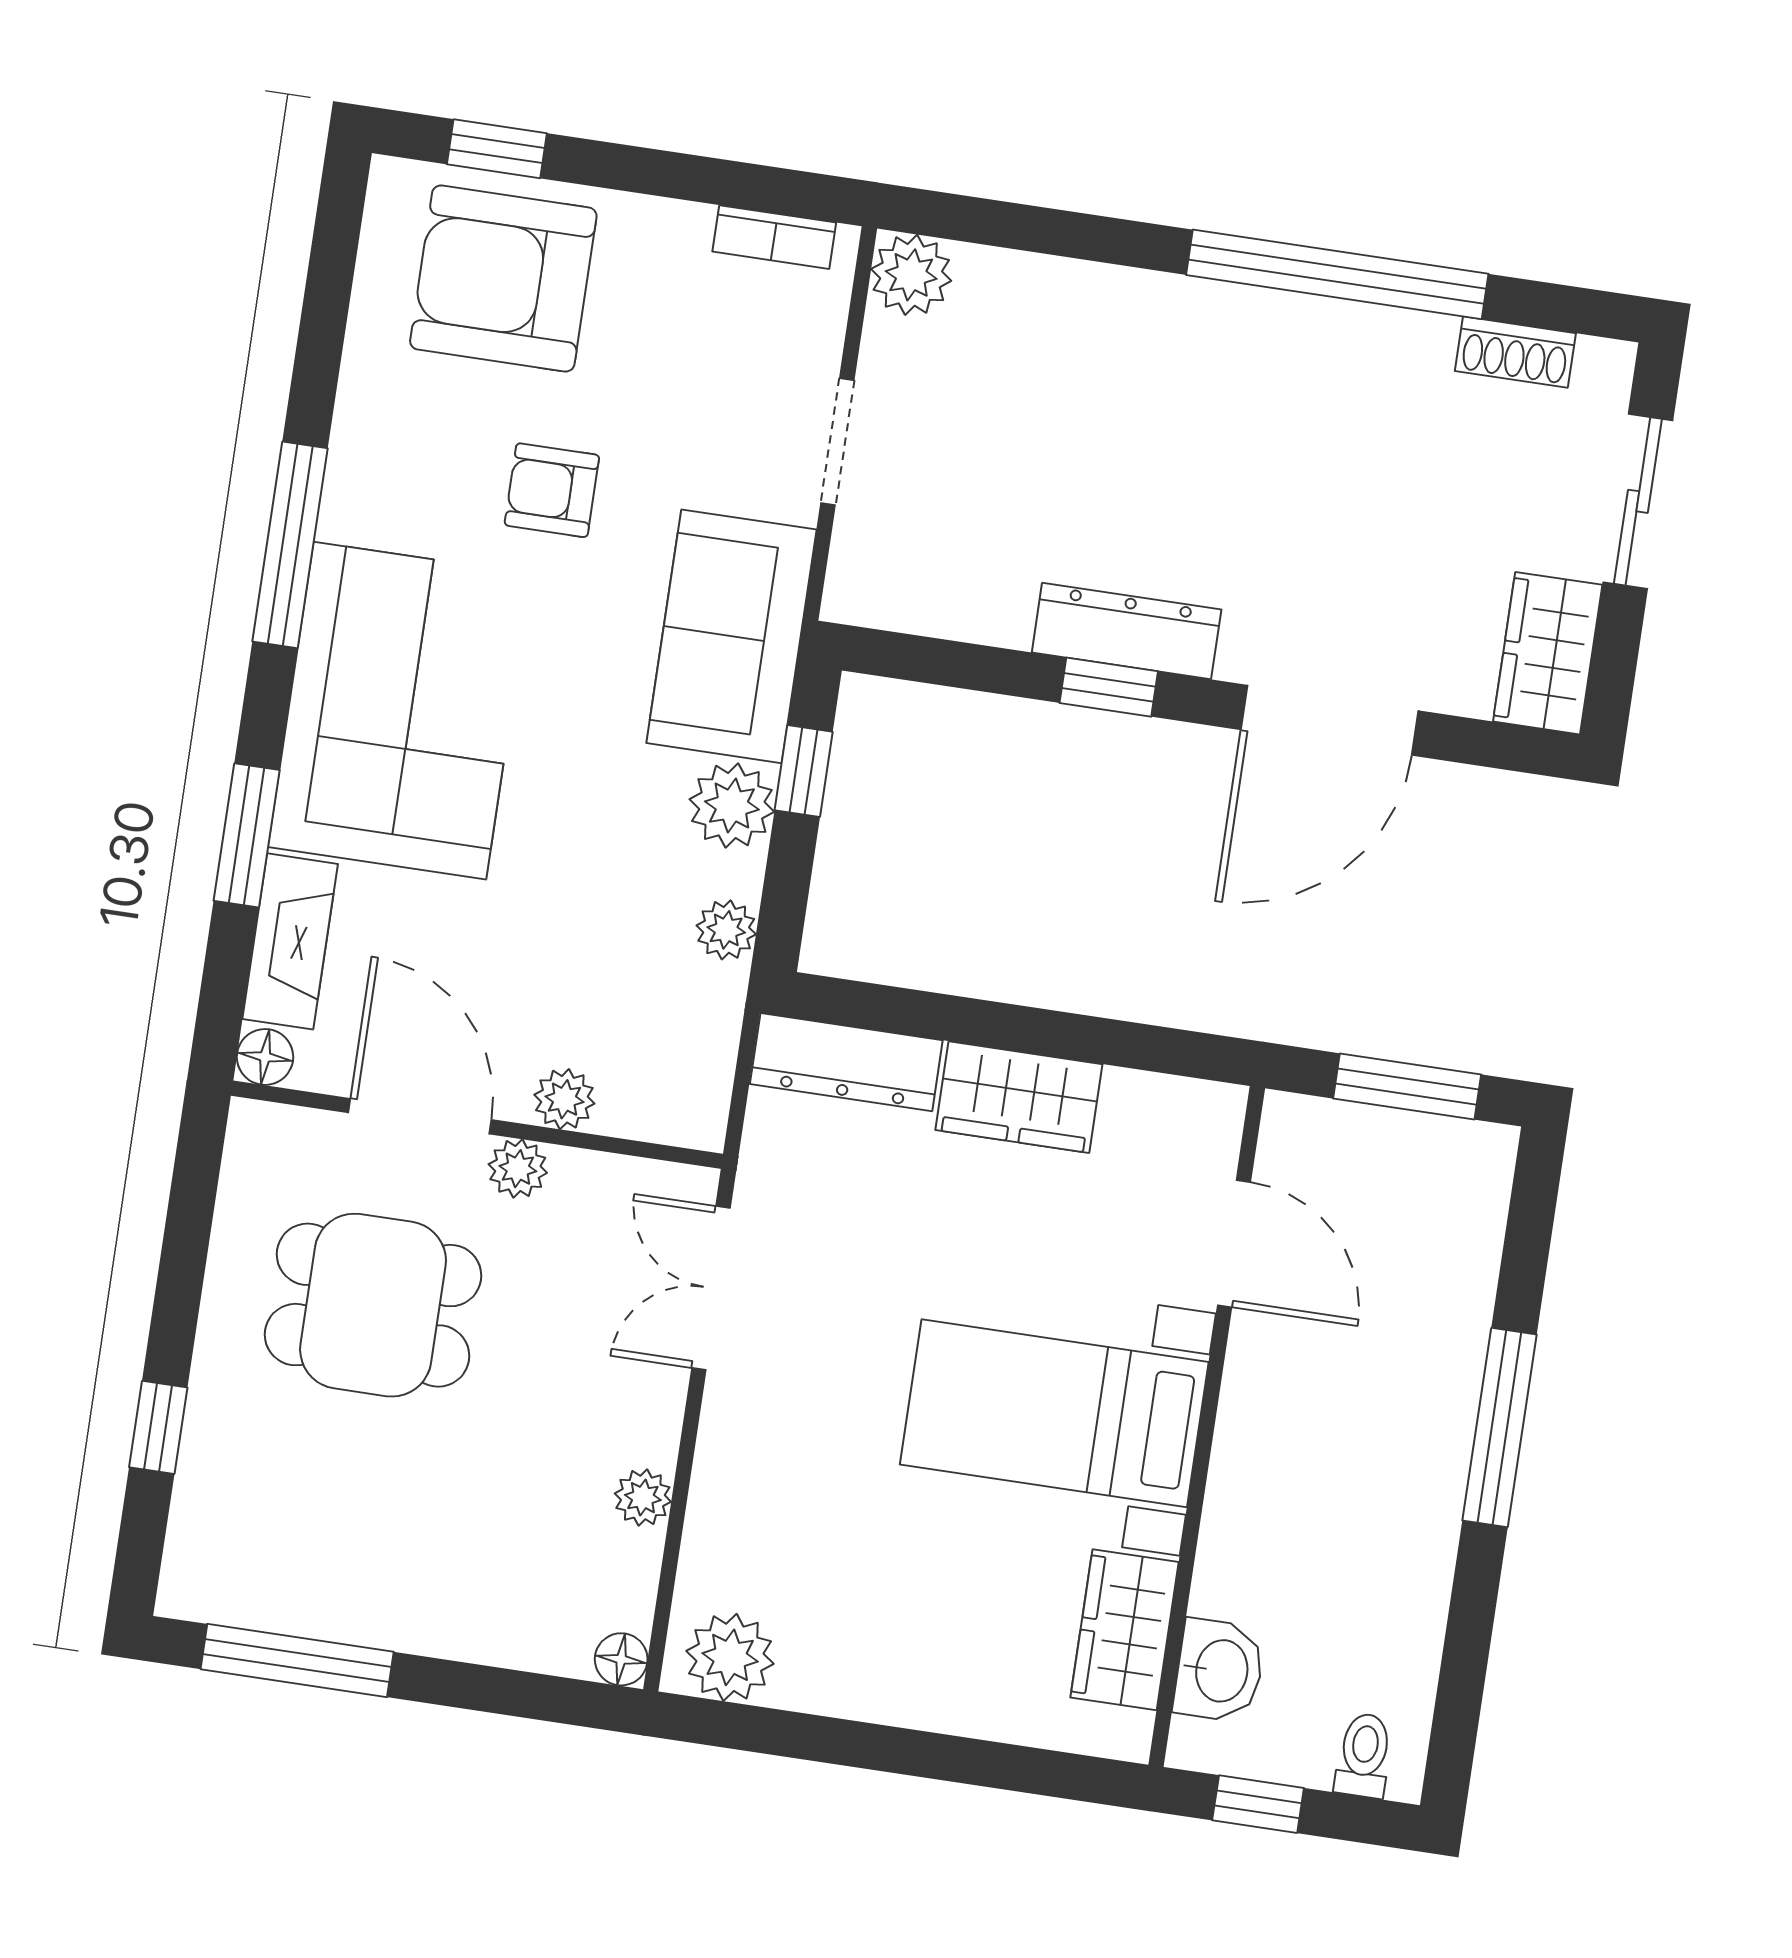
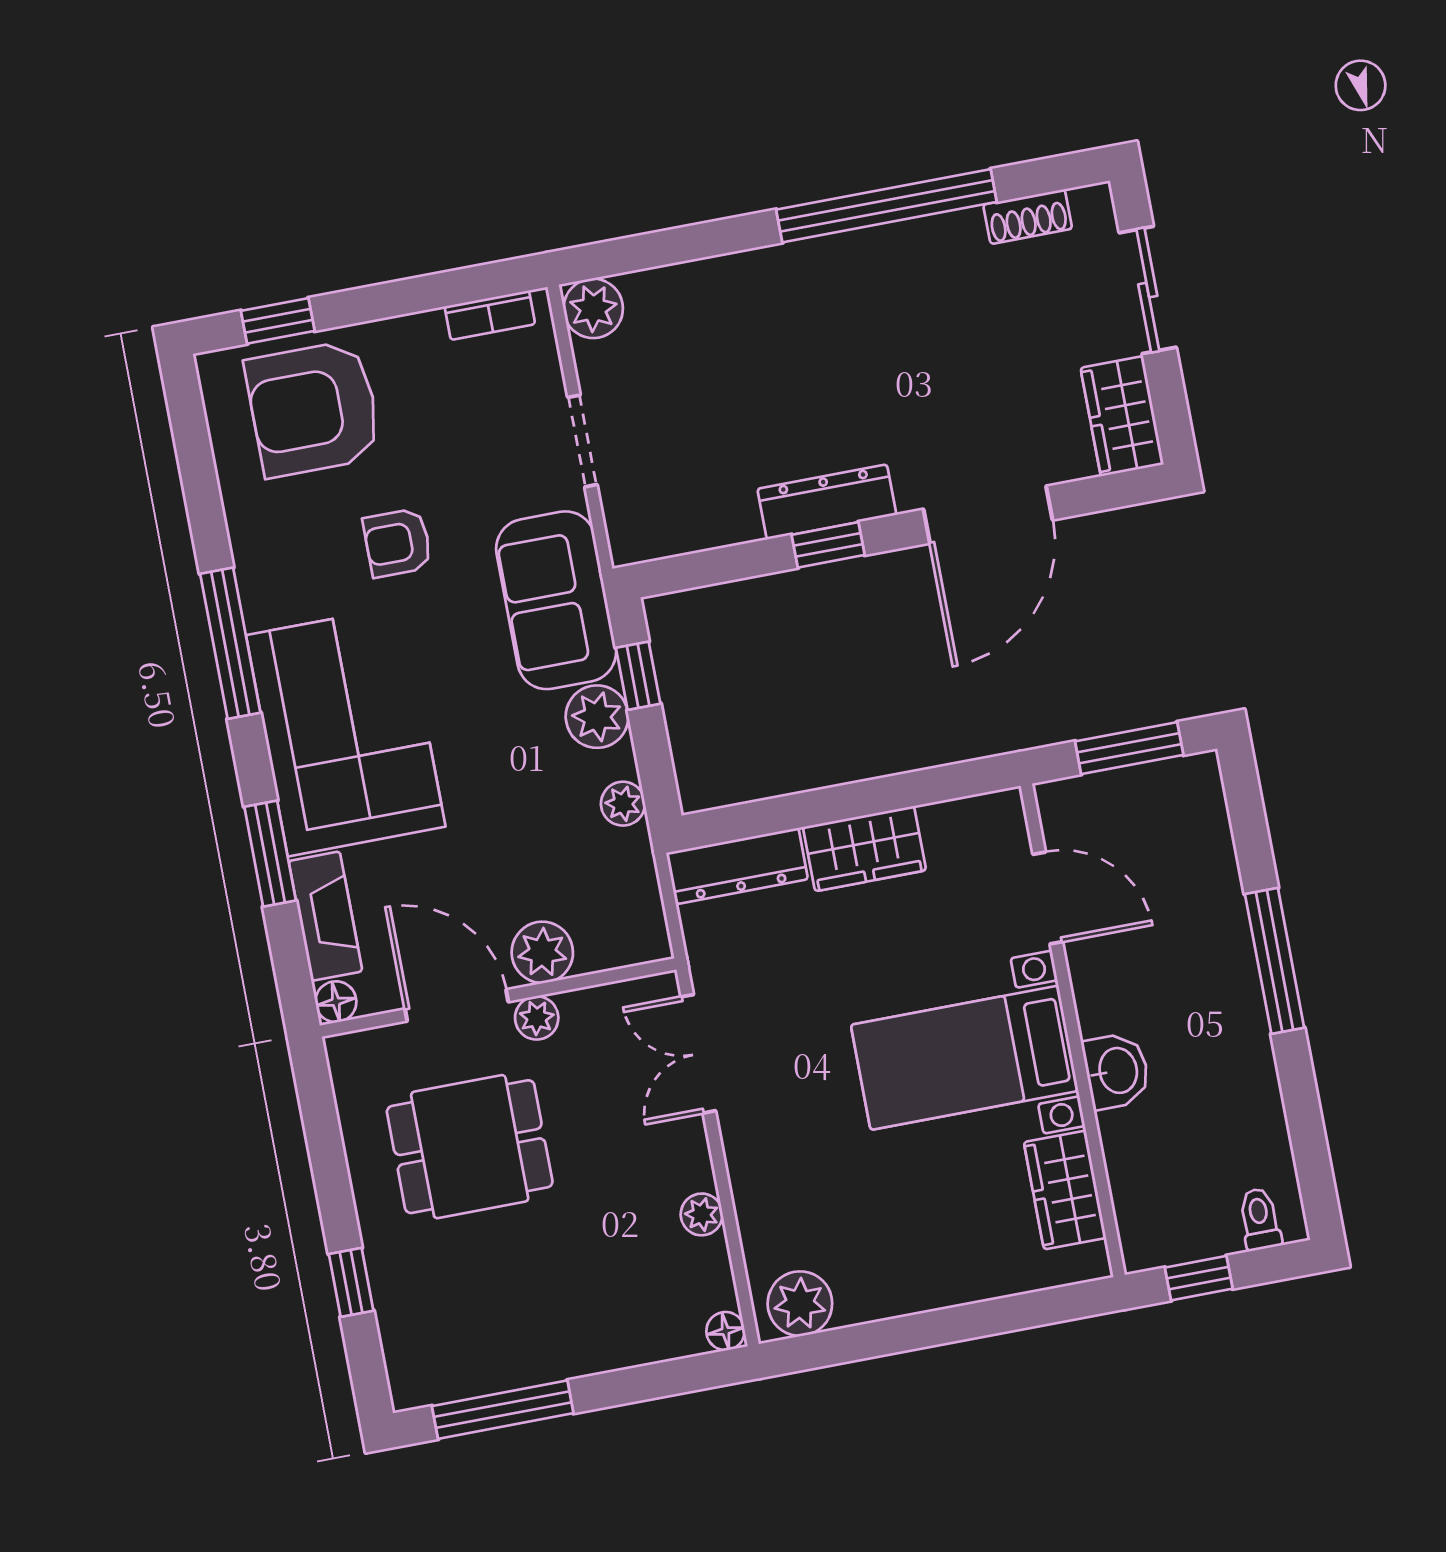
plant: (564, 1099) -> (542, 952), width x1.38, depth x1.38
washbasin: (1219, 1671) -> (1116, 1071), moved

